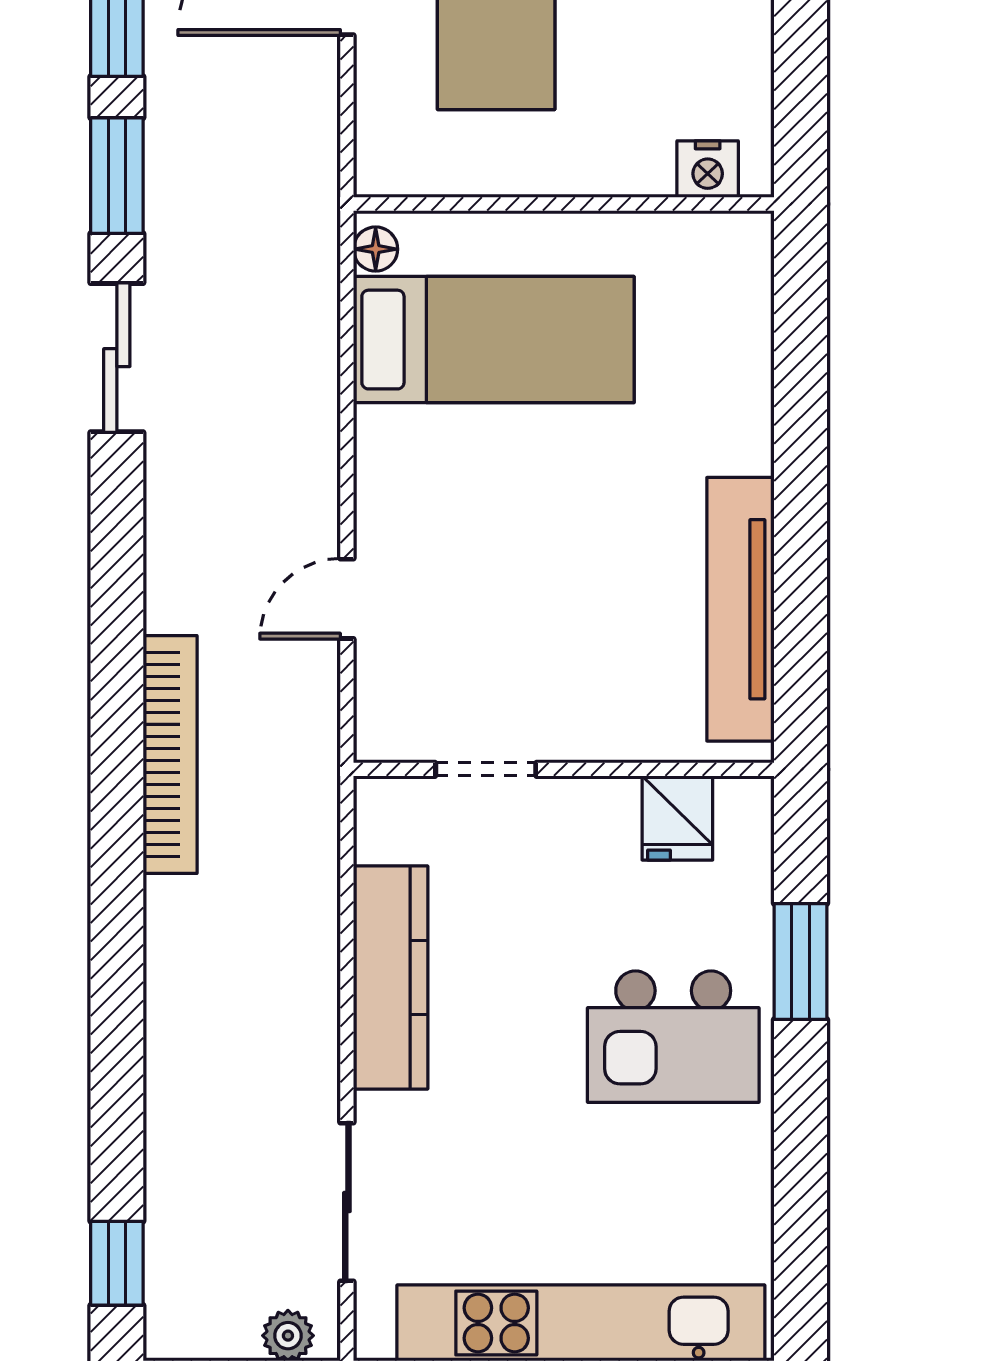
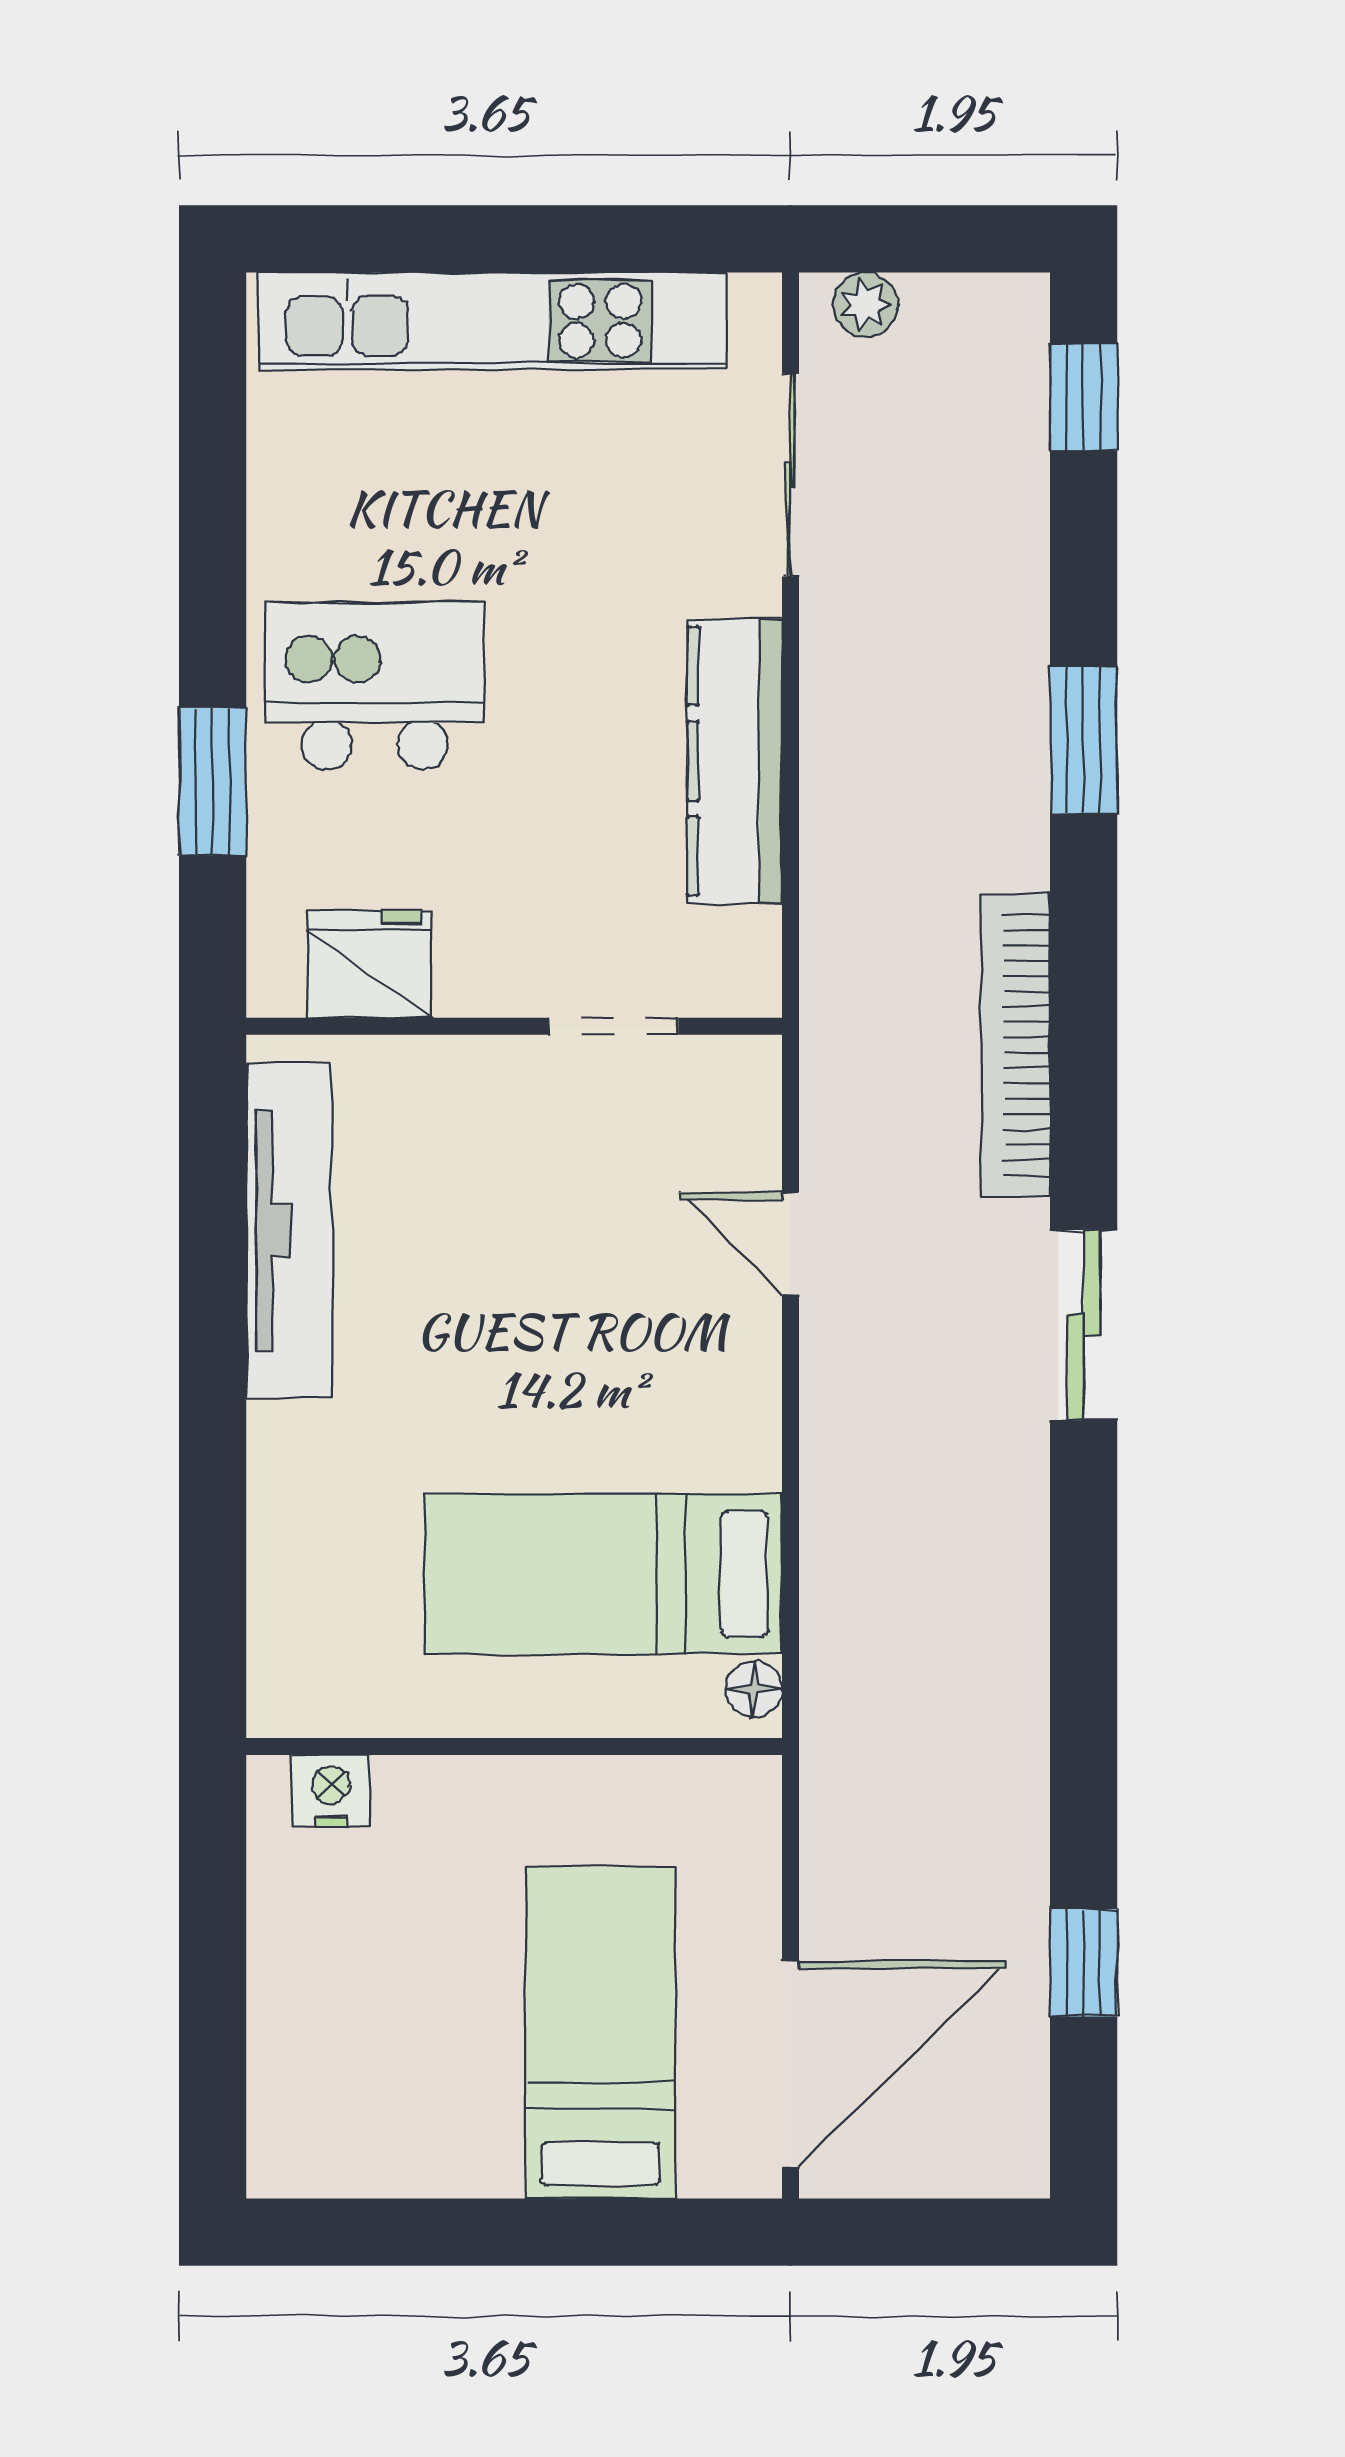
window: (117, 176) -> (1084, 740), moved
sliding door: (117, 358) -> (1084, 1325), moved
door: (347, 599) -> (790, 1243), swing flipped
fridge: (677, 818) -> (370, 964), width x1.38

